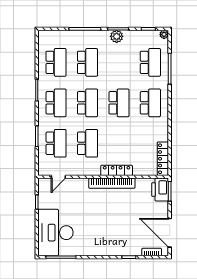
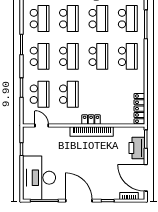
school desk: (119, 62) -> (98, 19), added
locker: (117, 170) -> (91, 120), width x0.66
door: (58, 177) -> (42, 126), swing flipped
printer: (160, 190) -> (137, 148), moved
door: (98, 257) -> (79, 201), added

